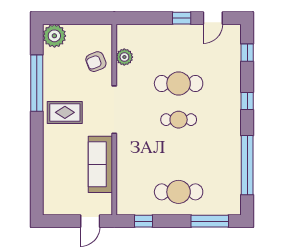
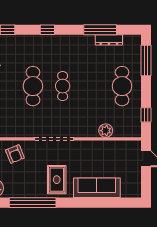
plant: (124, 57) -> (106, 131), moved
sofa: (100, 164) -> (97, 188), moved, turned 180
window: (247, 165) -> (100, 30), width x0.68
dresser: (235, 176) -> (109, 40), added

